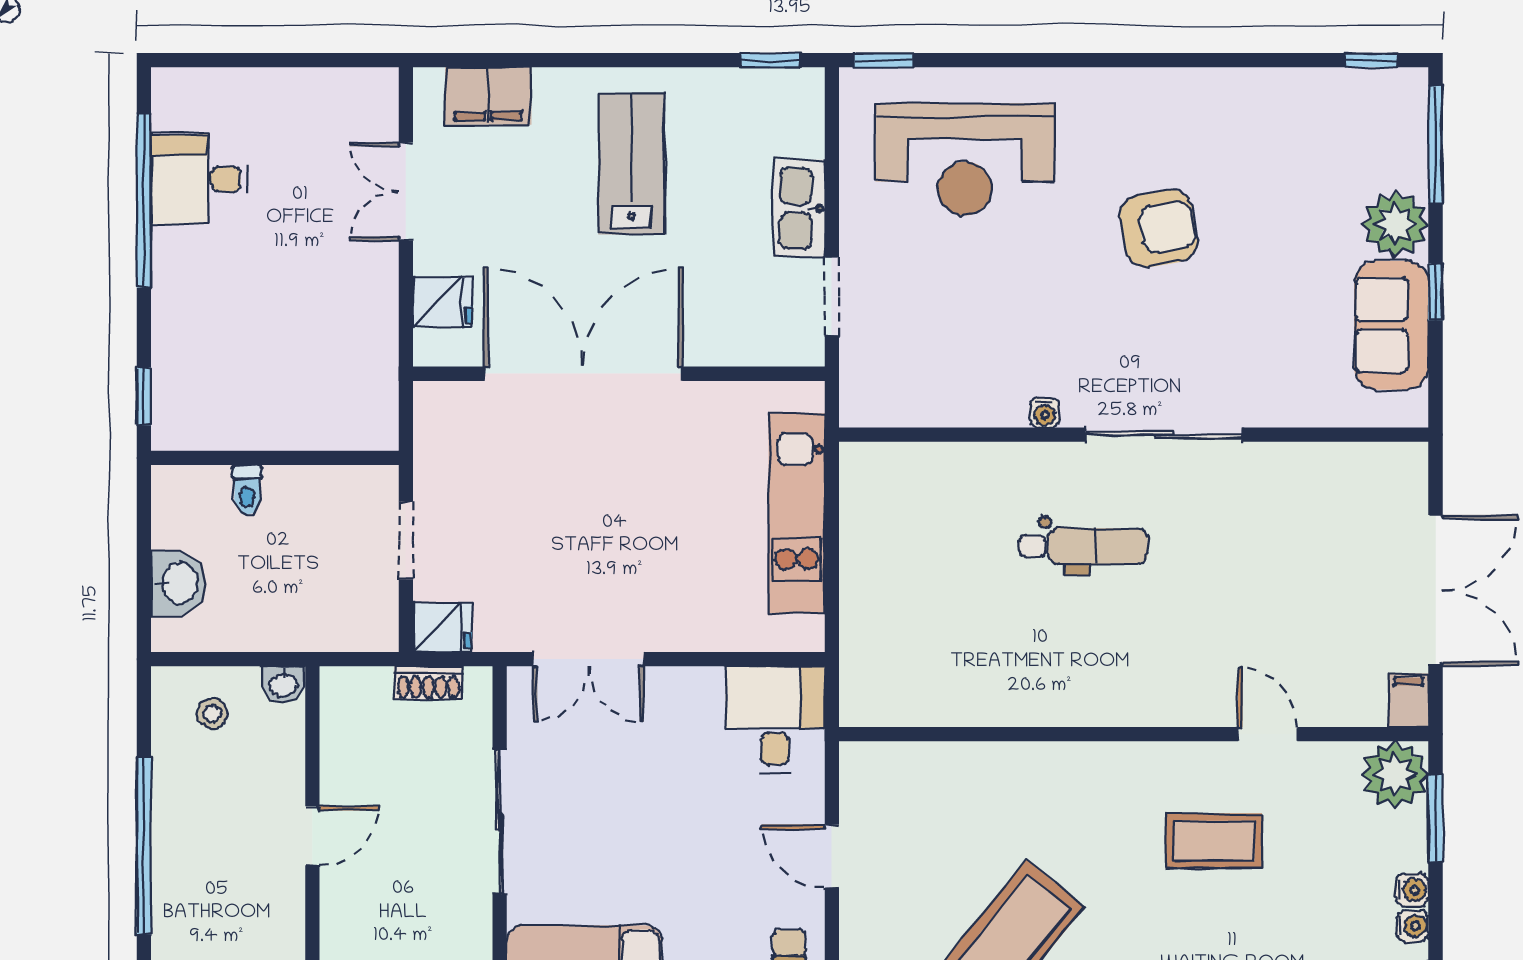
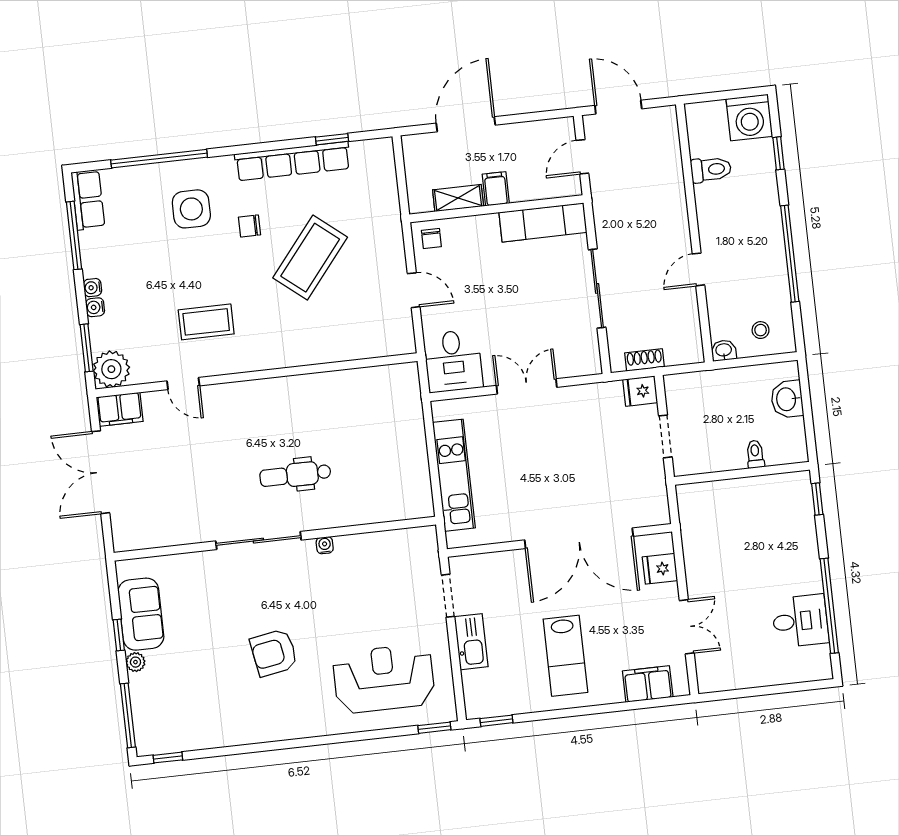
plant: (1395, 224) -> (135, 662), width x0.53, depth x0.53
double door: (588, 659) -> (527, 386), moved
filing cabinet: (1408, 700) -> (120, 409), width x2.00

